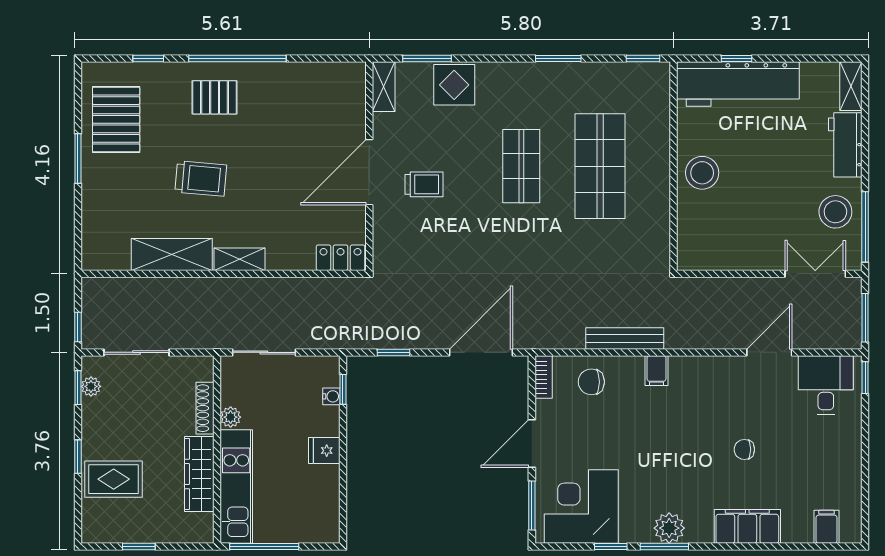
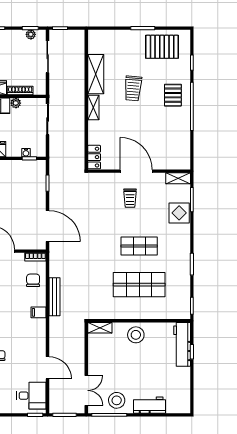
workbench: (738, 84) -> (182, 344), width x0.73, depth x0.76
shelving: (851, 86) -> (100, 328), moved

